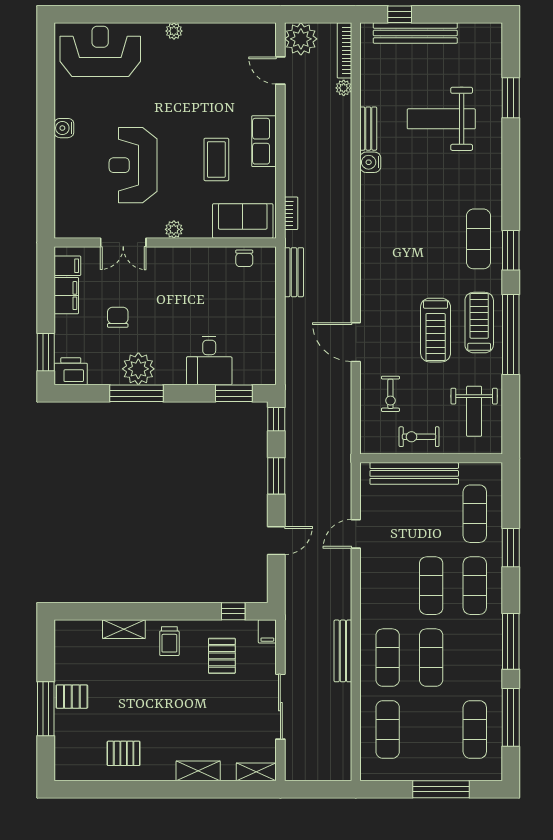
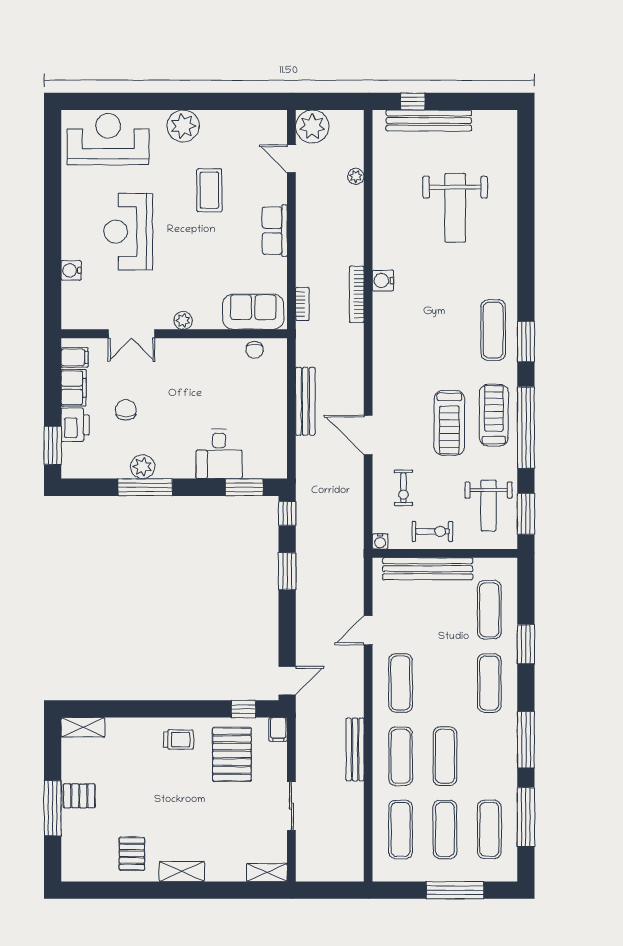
plant: (174, 31) -> (183, 126), width x1.87, depth x1.87
bookcase: (344, 50) -> (357, 294), moved
window: (511, 98) -> (526, 514), moved
weight bench: (441, 119) -> (455, 208), turned -90
water cooler: (64, 128) -> (71, 270), moved
bench: (368, 129) -> (381, 218), removed
coffee table: (216, 159) -> (209, 190), moved
water cooler: (370, 162) -> (383, 280), moved
reception desk: (133, 165) -> (128, 232), moved
bench: (294, 272) -> (305, 401), moved, width x1.36
plant: (138, 369) -> (143, 467), width x0.73, depth x0.73
printer: (71, 371) -> (75, 425), moved, turned 90
exercise bike: (419, 437) -> (433, 531), turned 180
water cooler: (368, 447) -> (380, 541), added
door: (276, 541) -> (287, 681), moved
exercise mat: (431, 586) -> (401, 683), moved
shelving: (124, 629) -> (83, 727), moved
trolley: (169, 641) -> (179, 740), turned -90
pallet: (222, 656) -> (232, 754), width x1.50, depth x1.42
sliding door: (280, 707) -> (291, 806), width x0.73
exercise mat: (431, 730) -> (445, 829), added
pallet: (124, 753) -> (132, 854), turned 90
shelving: (198, 771) -> (182, 871), moved

